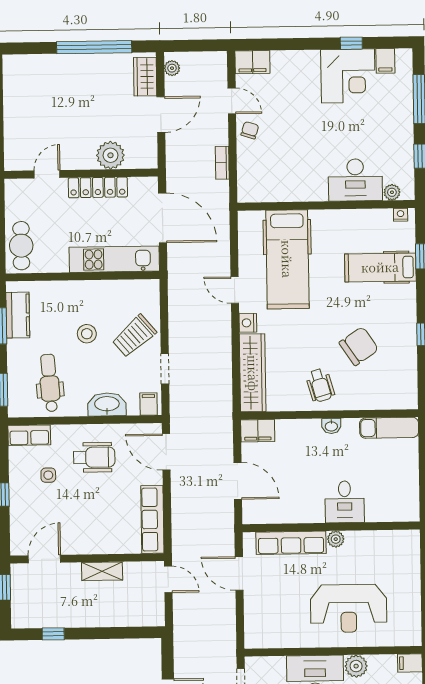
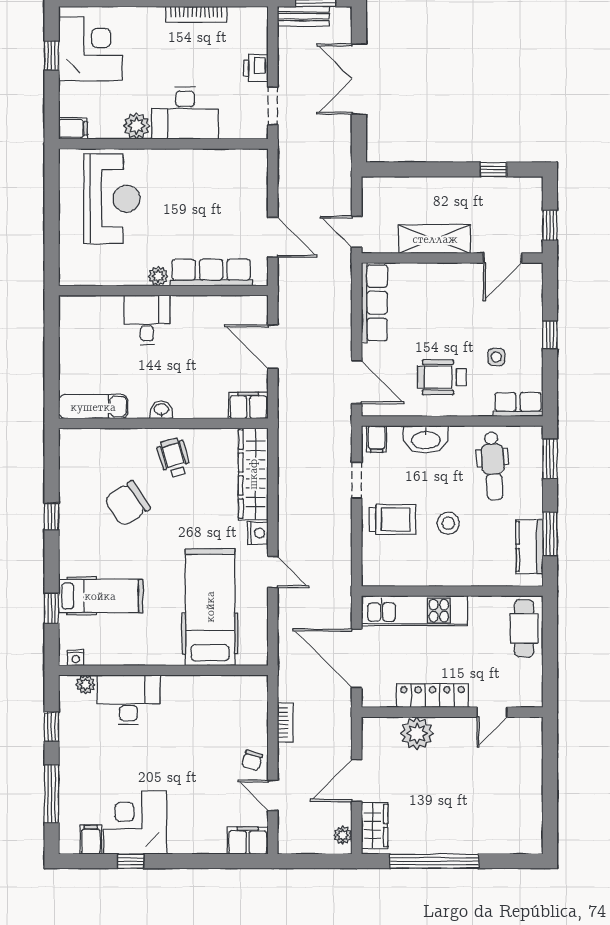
trolley: (134, 336) -> (392, 520), turned 41
shelving: (102, 571) -> (435, 239), width x1.50, depth x1.33
reception desk: (349, 608) -> (112, 199), moved, turned 90

